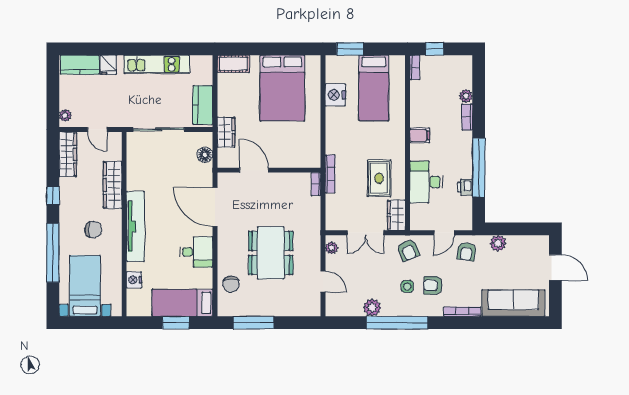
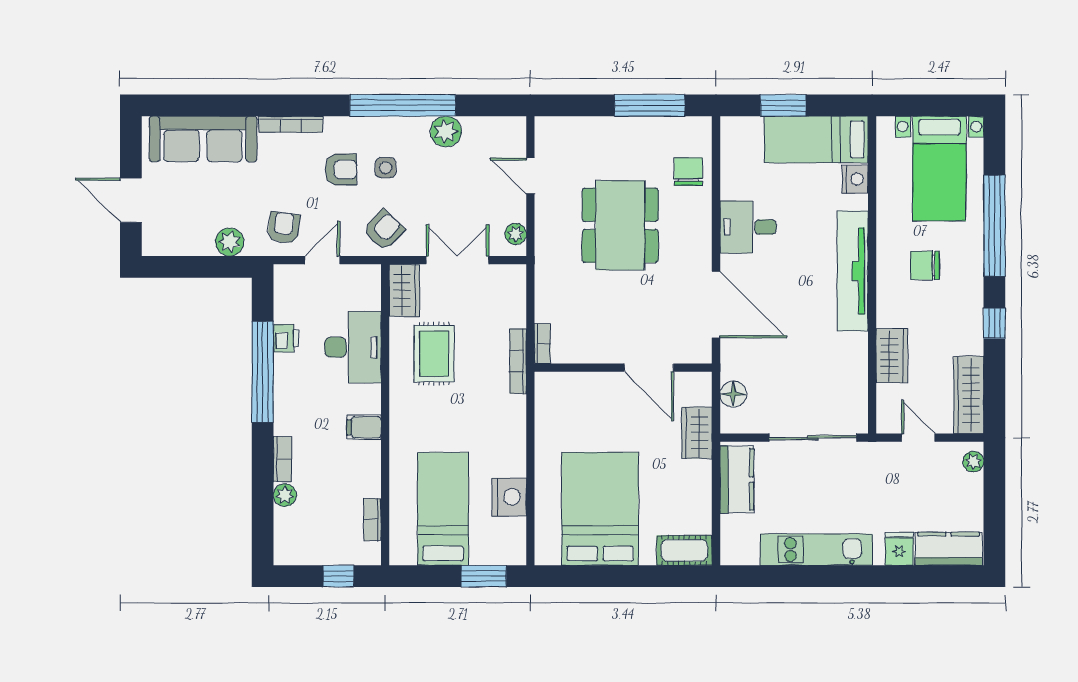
bookcase: (415, 67) -> (373, 520), moved
wardrobe: (113, 185) -> (892, 356), width x0.67
armchair: (408, 250) -> (384, 230), turned 66
bed: (182, 303) -> (816, 139), moved, turned 180

